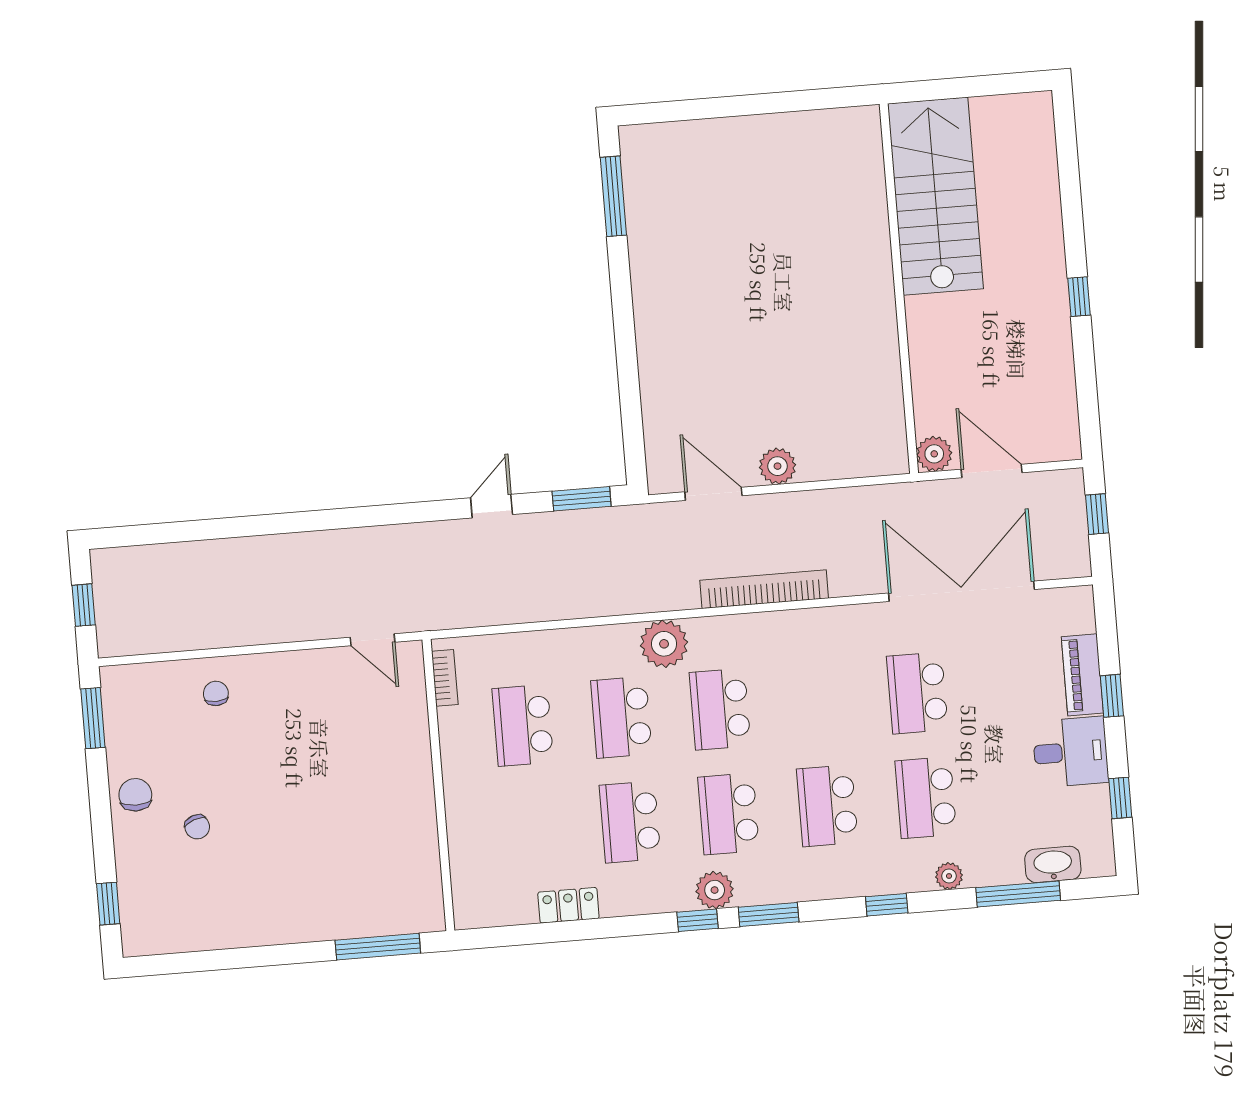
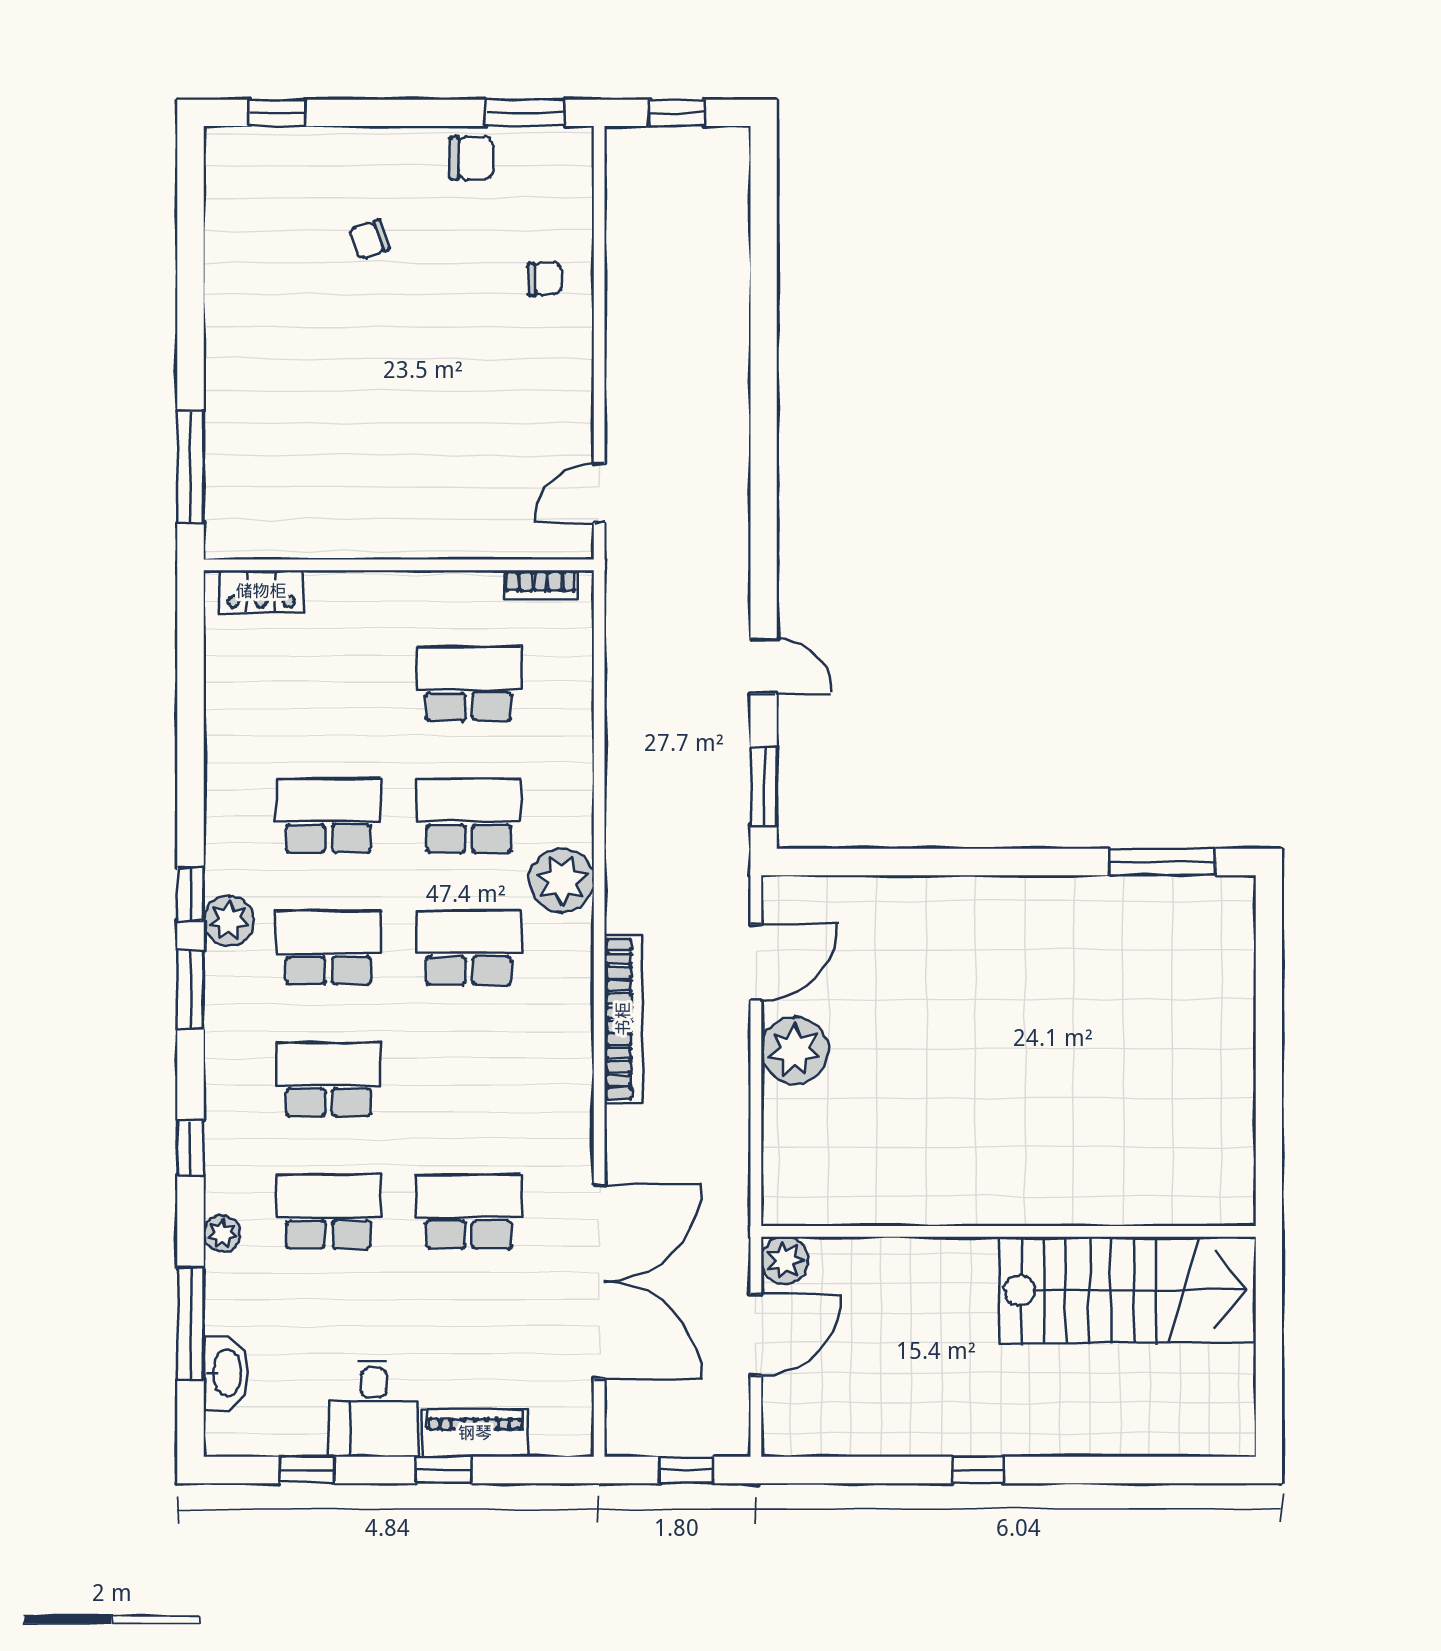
plant: (778, 466) -> (795, 1051), width x1.36, depth x1.36
chair: (135, 795) -> (472, 158), moved
locker: (568, 905) -> (261, 591), moved, turned 90

